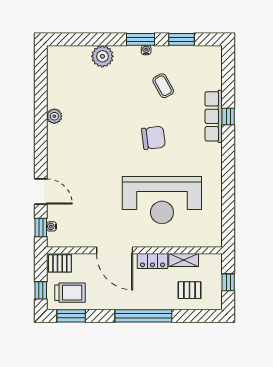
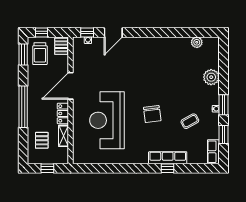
row of seats: (205, 53) -> (213, 152), added
plant: (54, 116) -> (197, 42), moved

